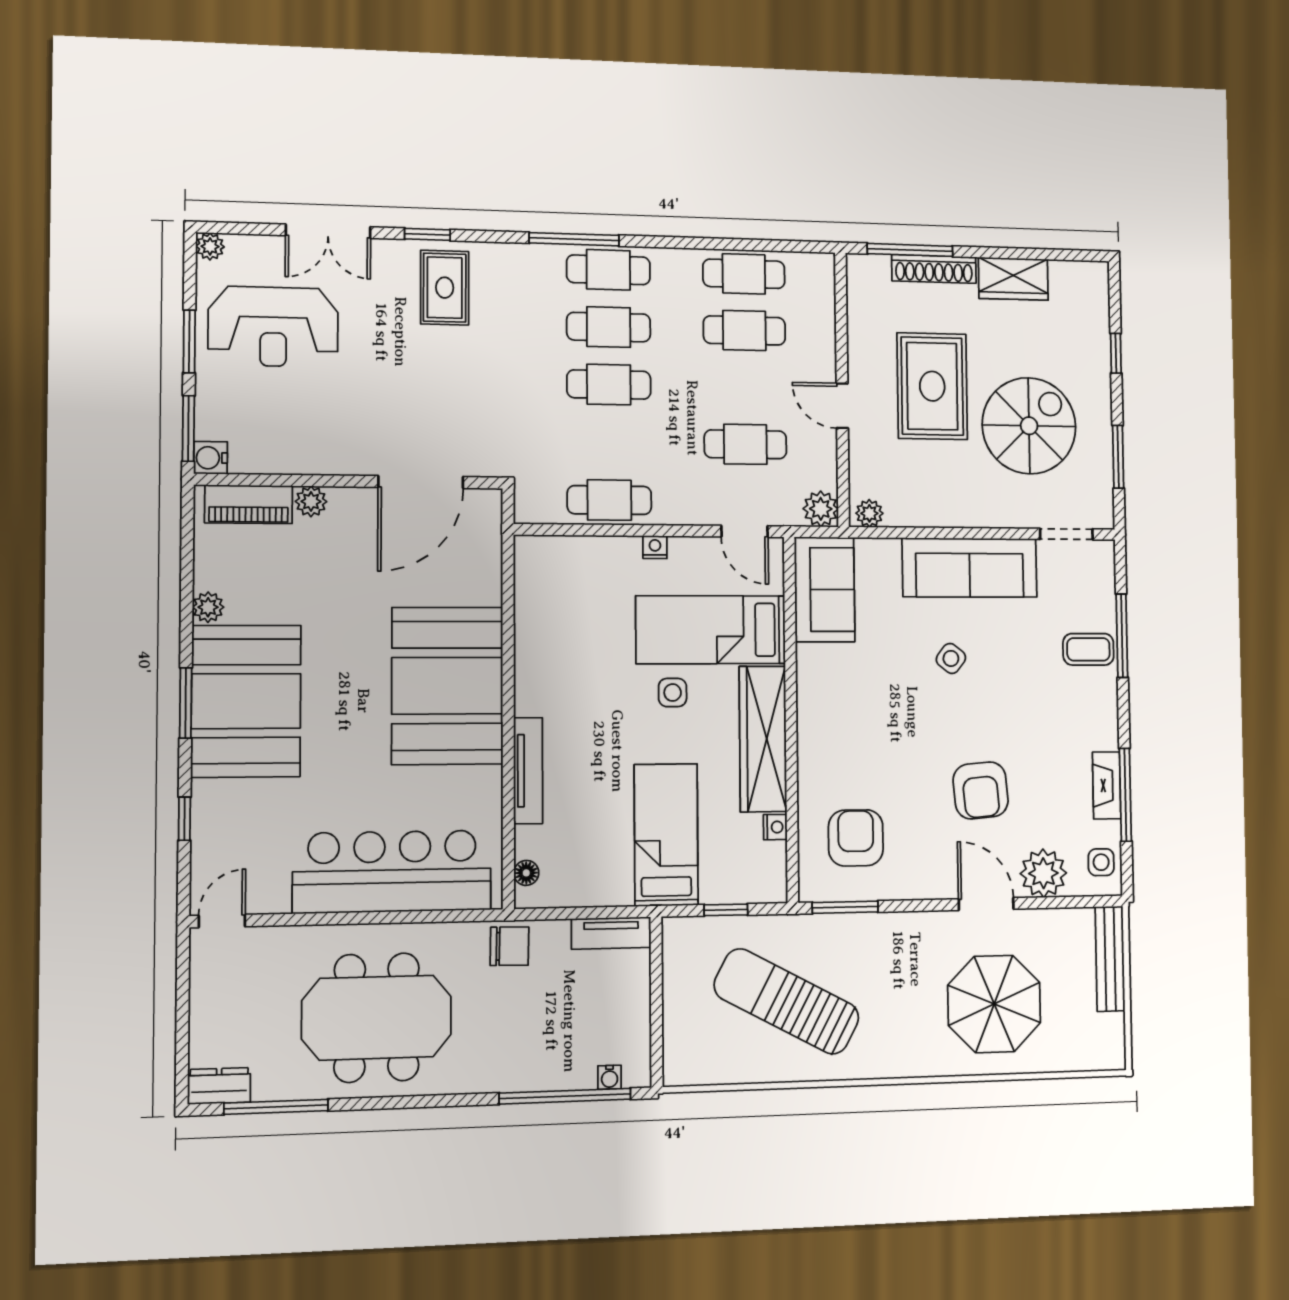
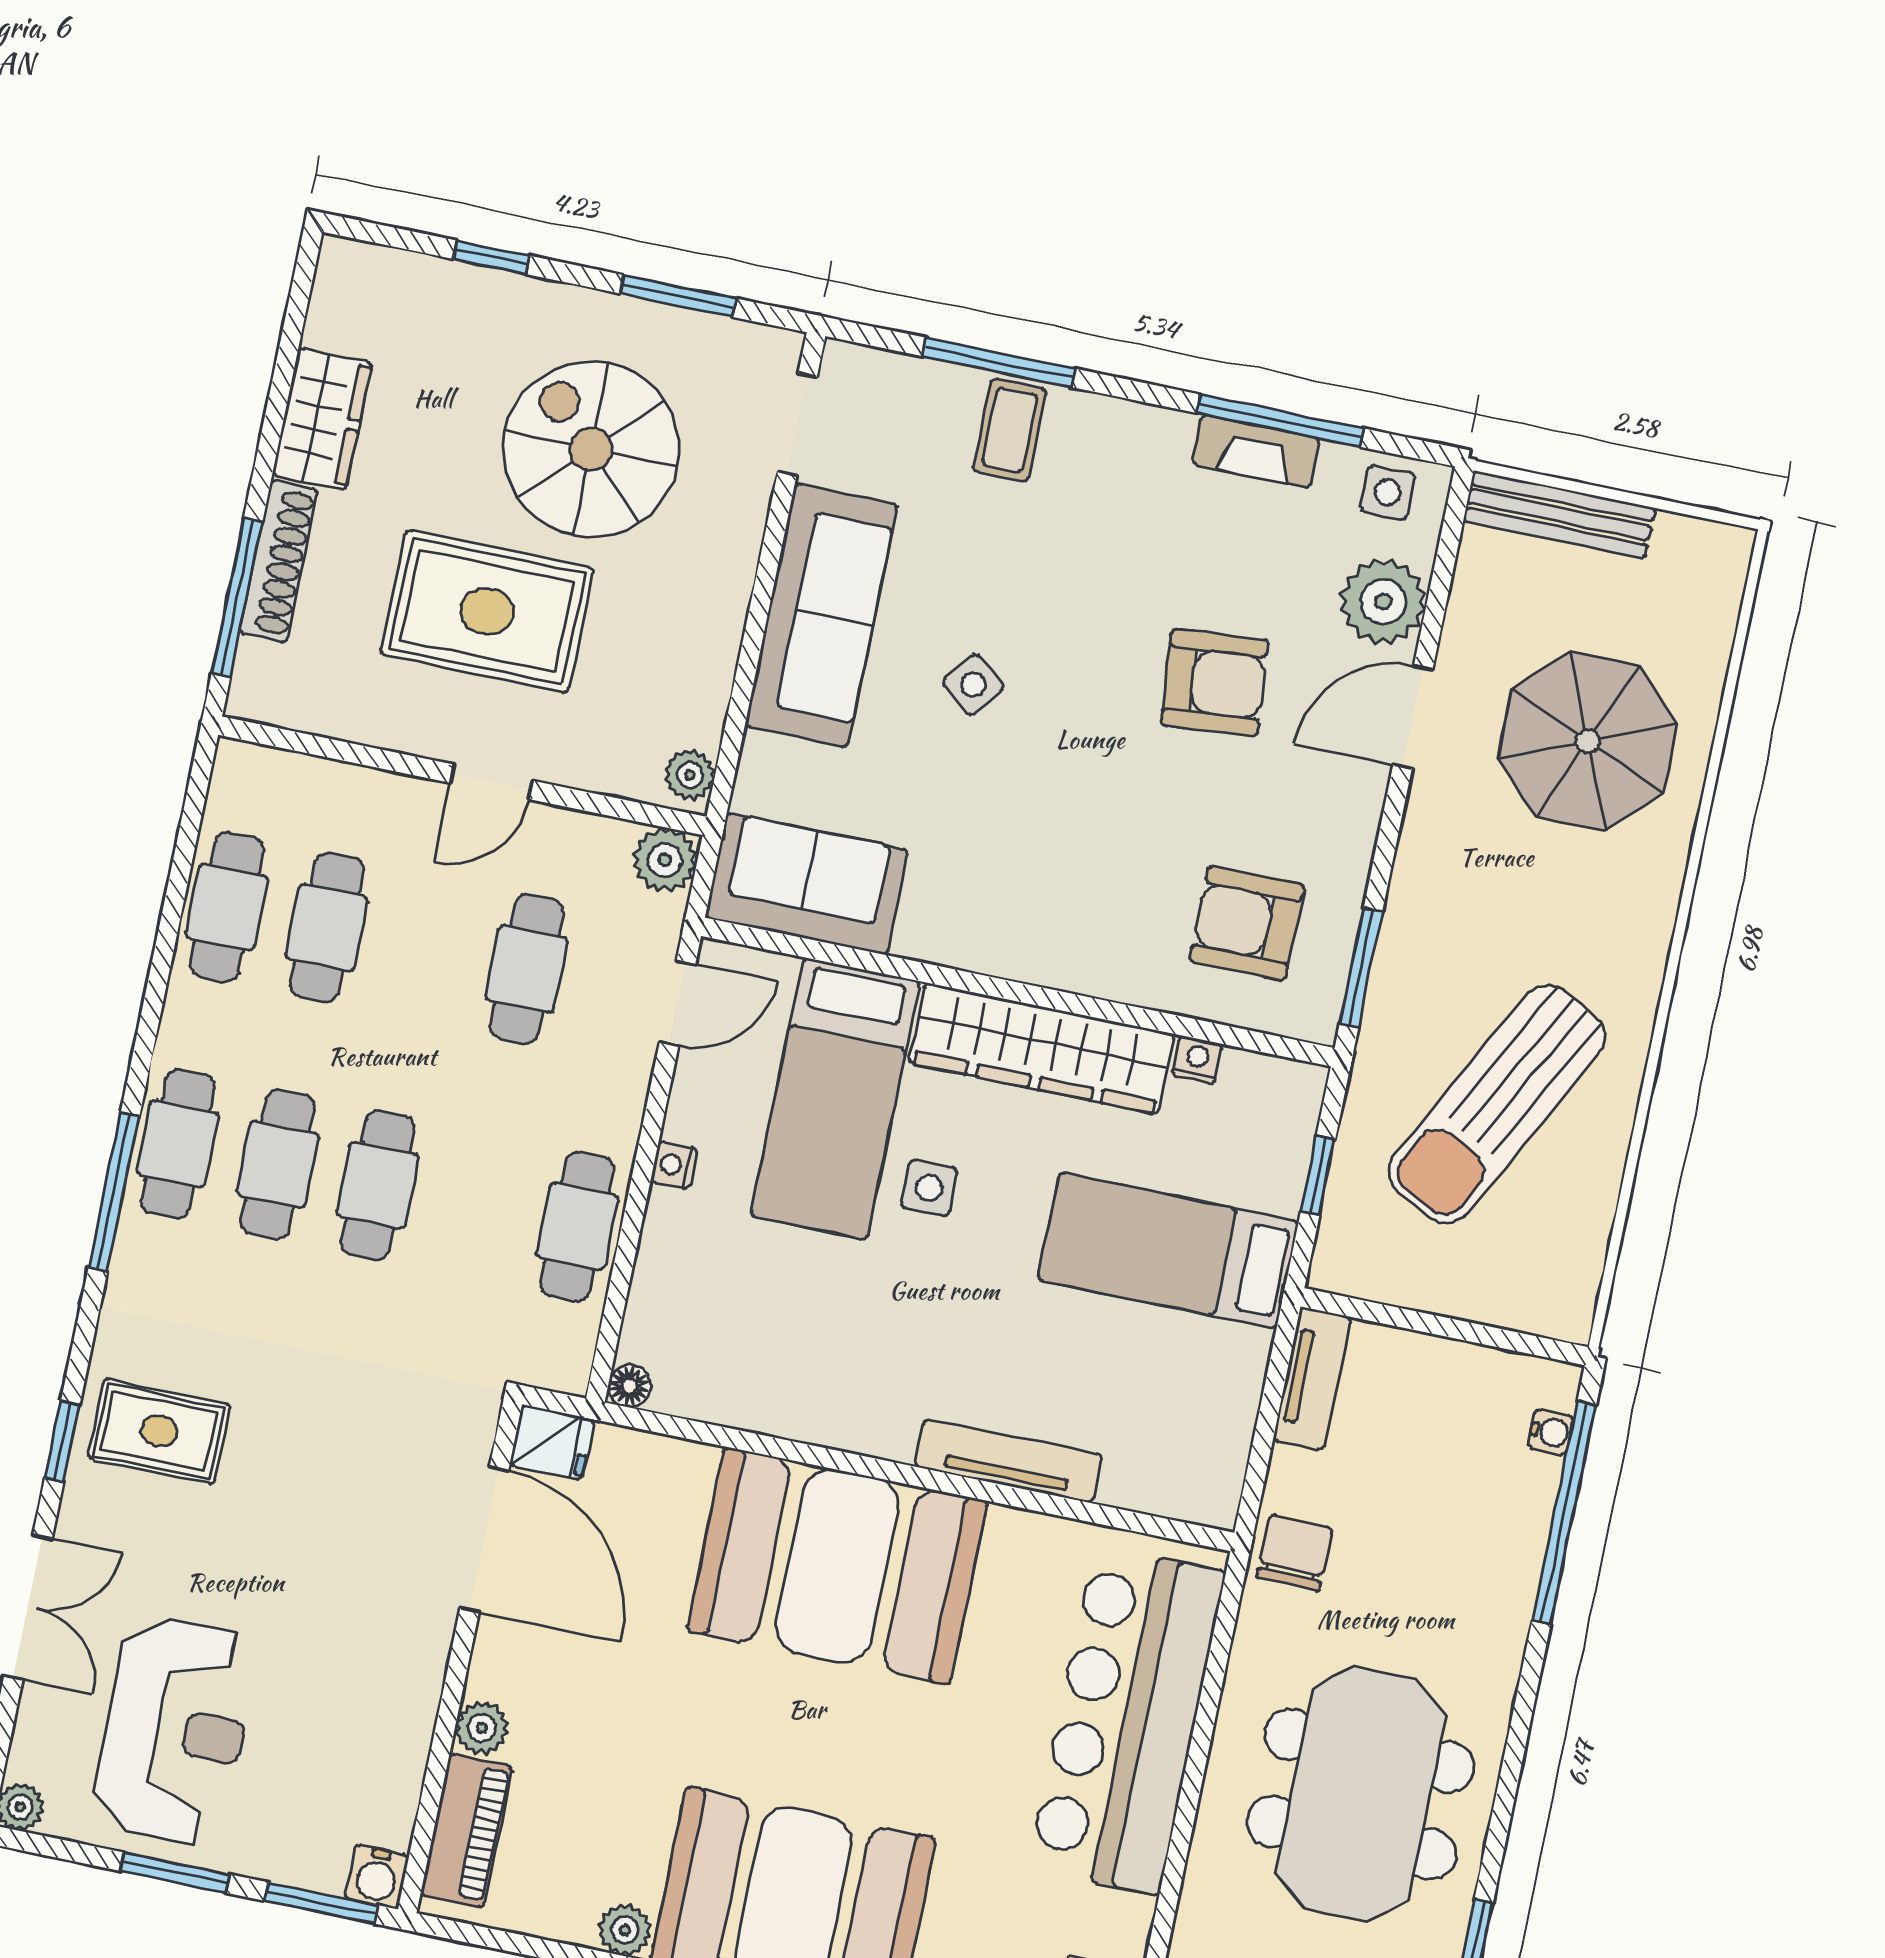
fridge: (485, 510) -> (552, 1442), added
floor lamp: (526, 873) -> (629, 1386), moved

